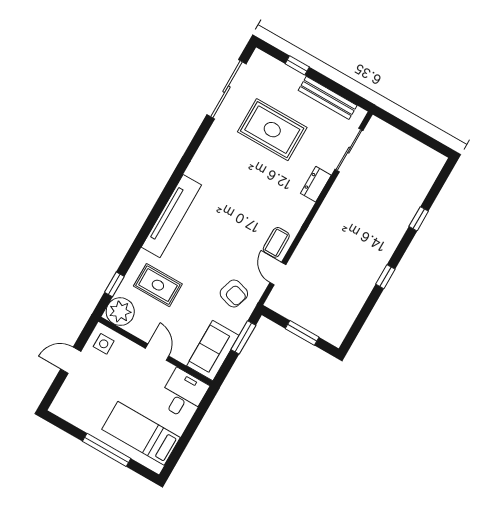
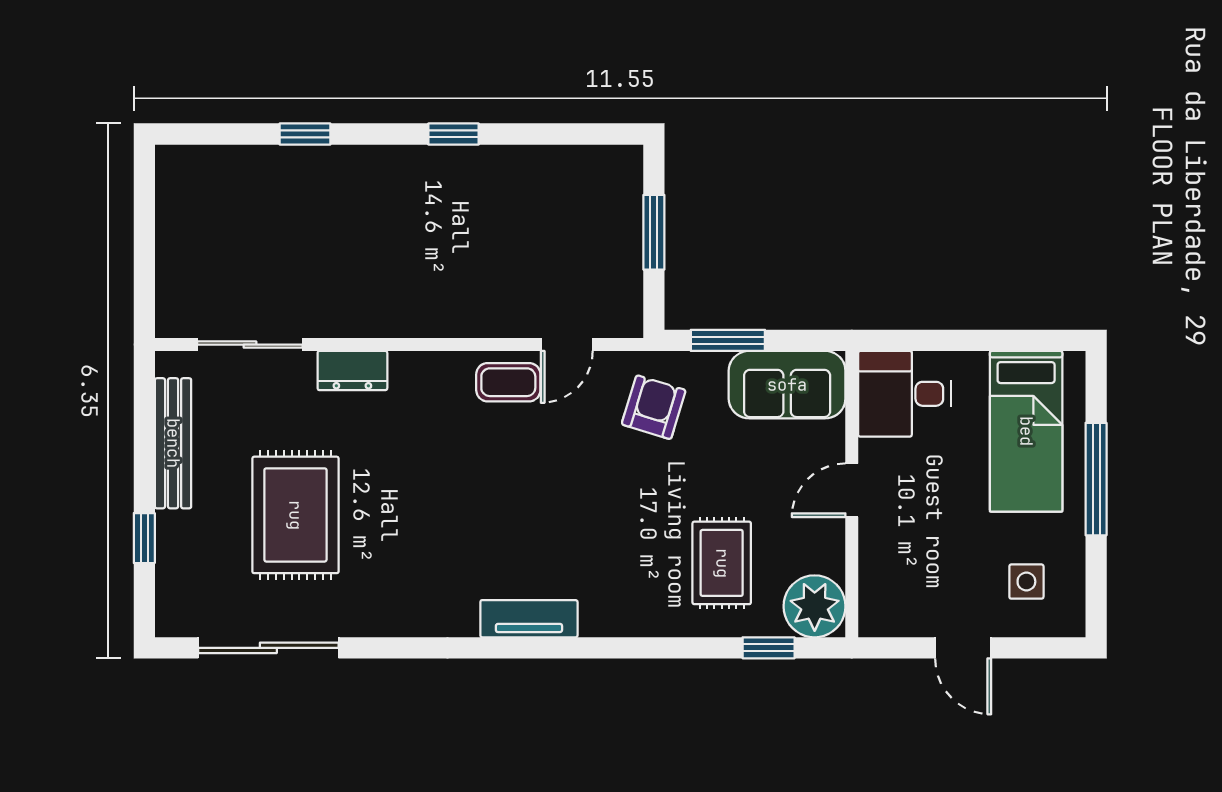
tv unit: (171, 216) -> (529, 619), width x0.52, depth x0.78
side table: (104, 344) -> (1026, 582), moved

